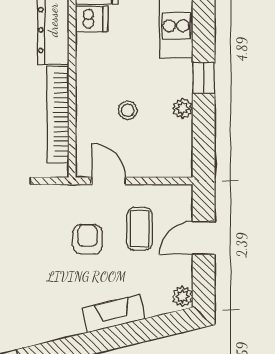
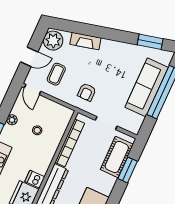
door: (108, 181) -> (33, 90), moved
armchair: (87, 239) -> (87, 92), moved
plant: (182, 296) -> (53, 41), width x1.88, depth x1.88

